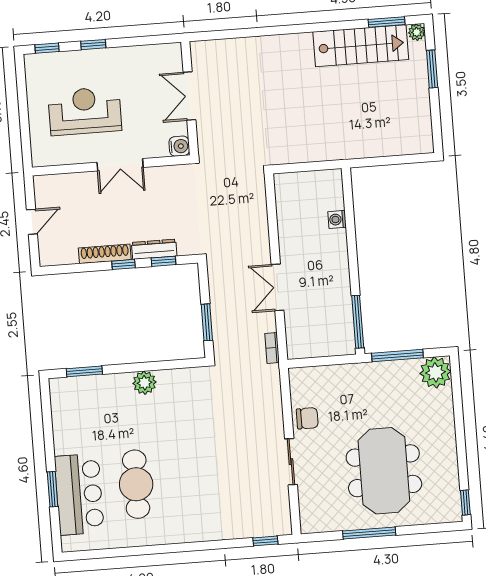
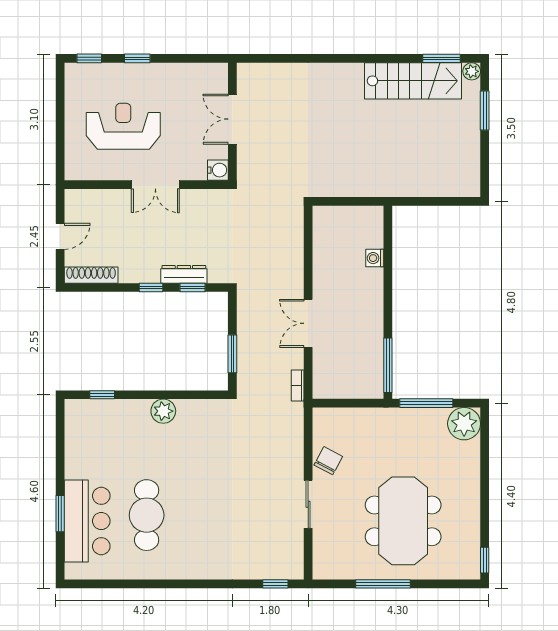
shoe rack: (105, 254) -> (91, 275), moved
window: (84, 371) -> (102, 395), width x0.67
chair: (307, 418) -> (328, 461), turned -62

